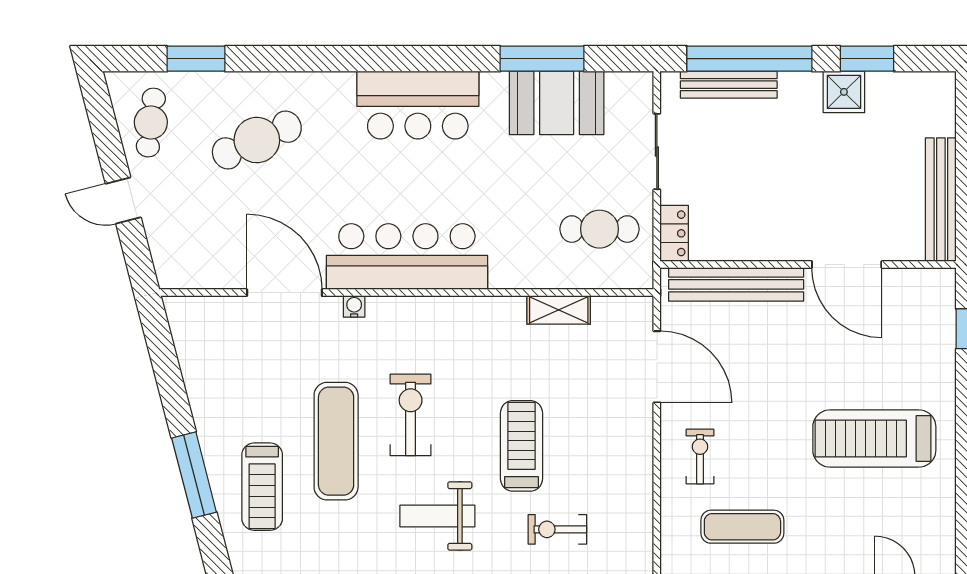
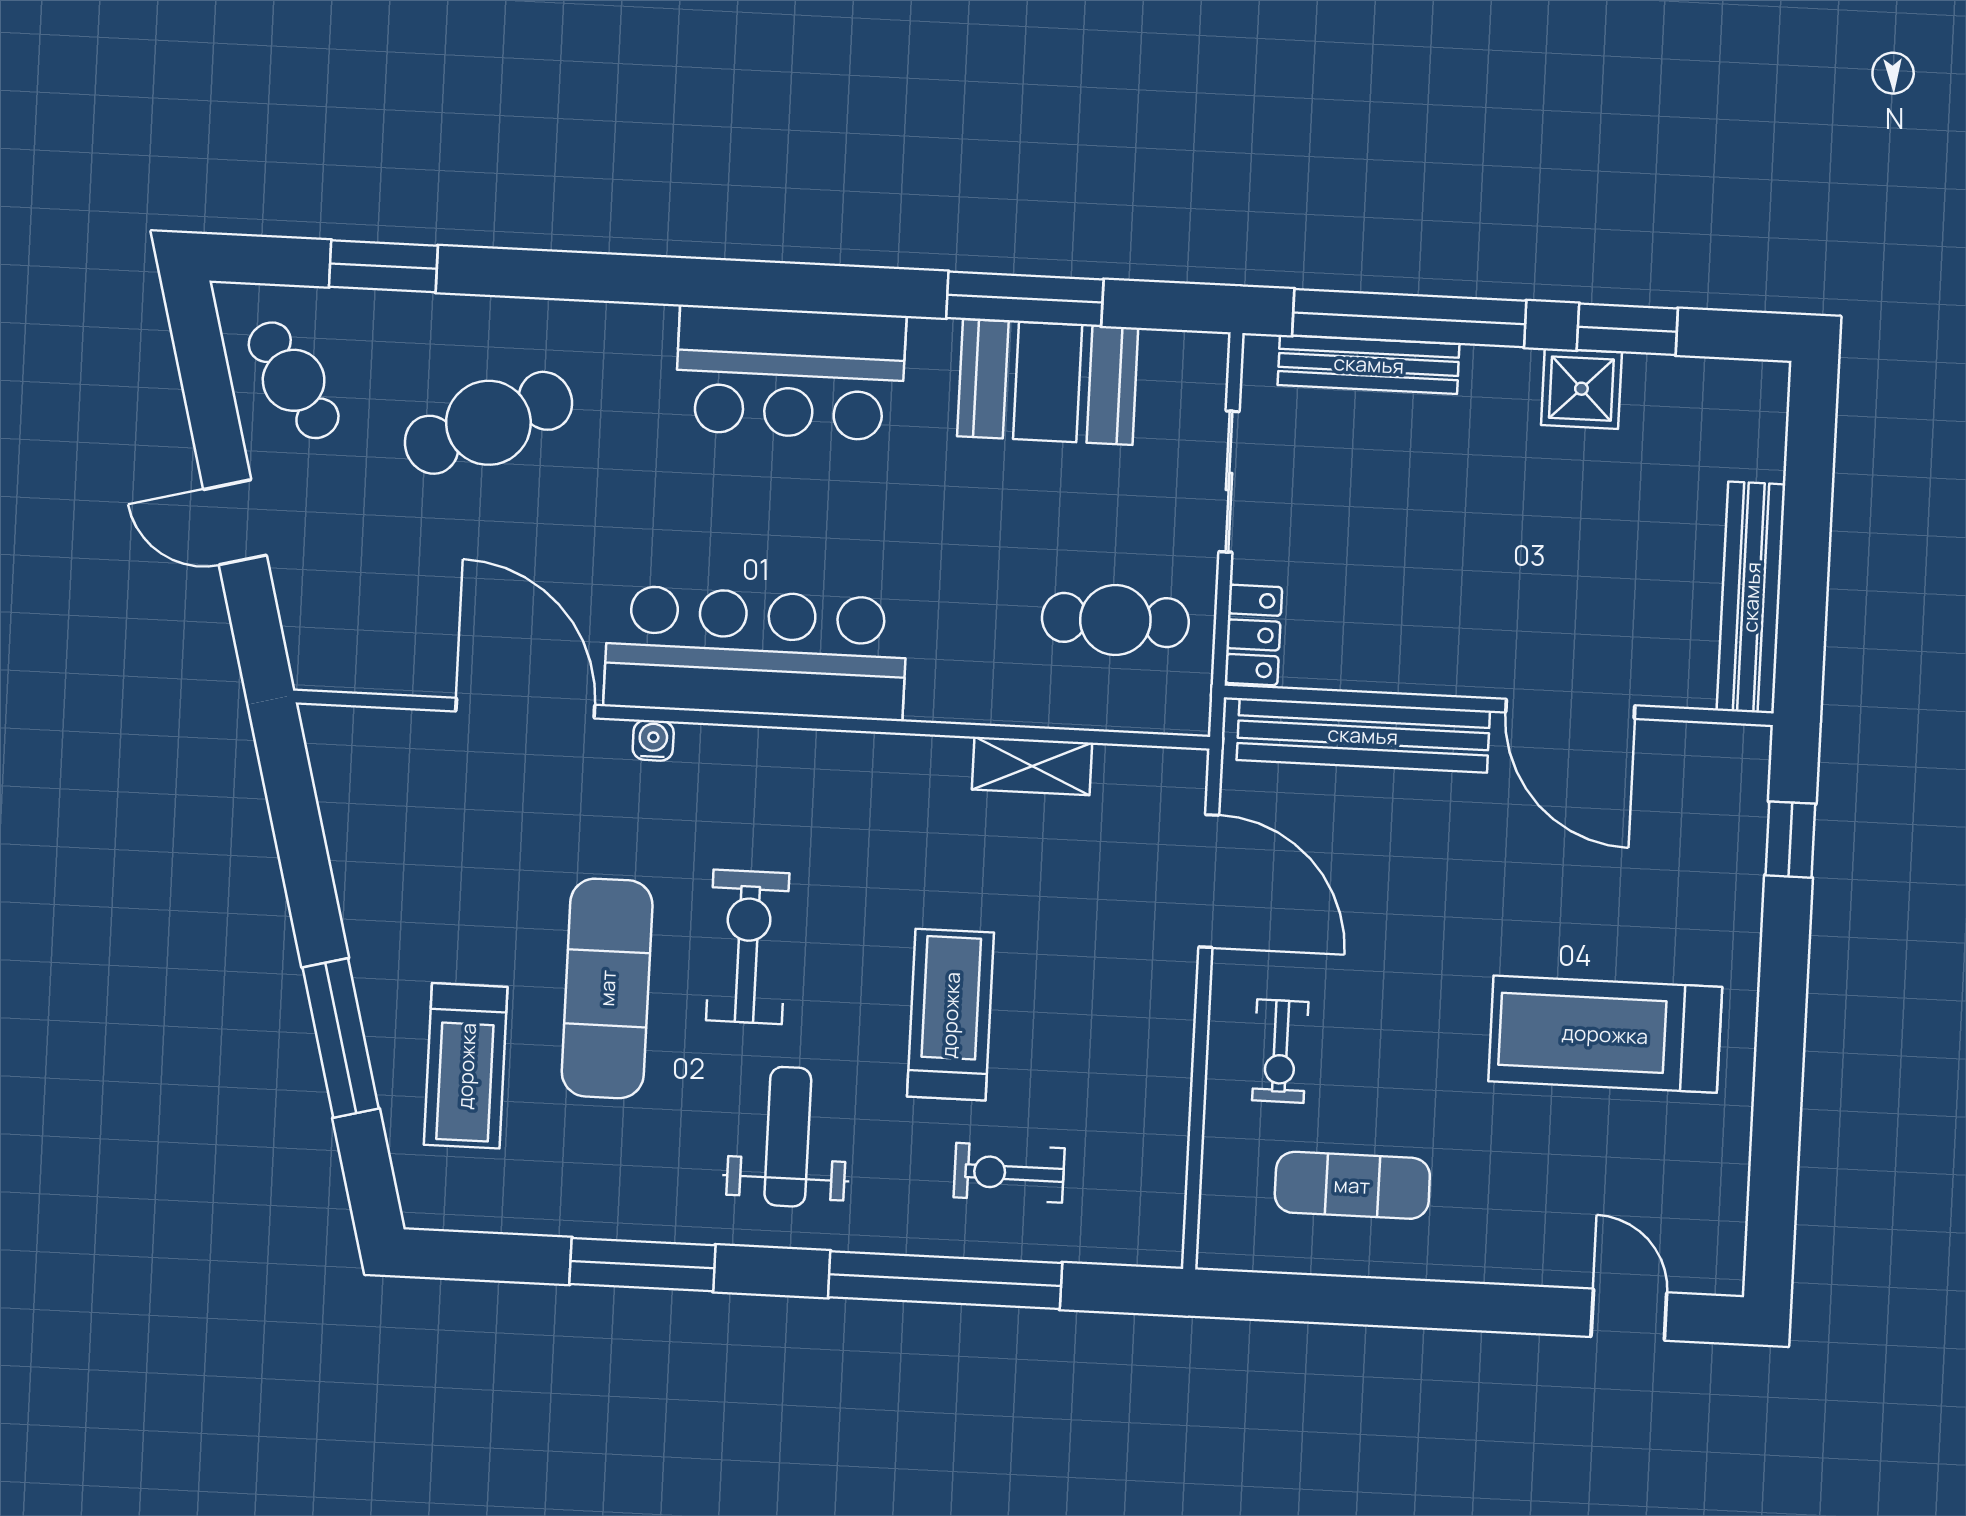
cafe table: (151, 123) -> (294, 380), turned -42
exercise bike: (700, 457) -> (1280, 1051), turned 180
weight bench: (437, 516) -> (788, 1137), turned 90

